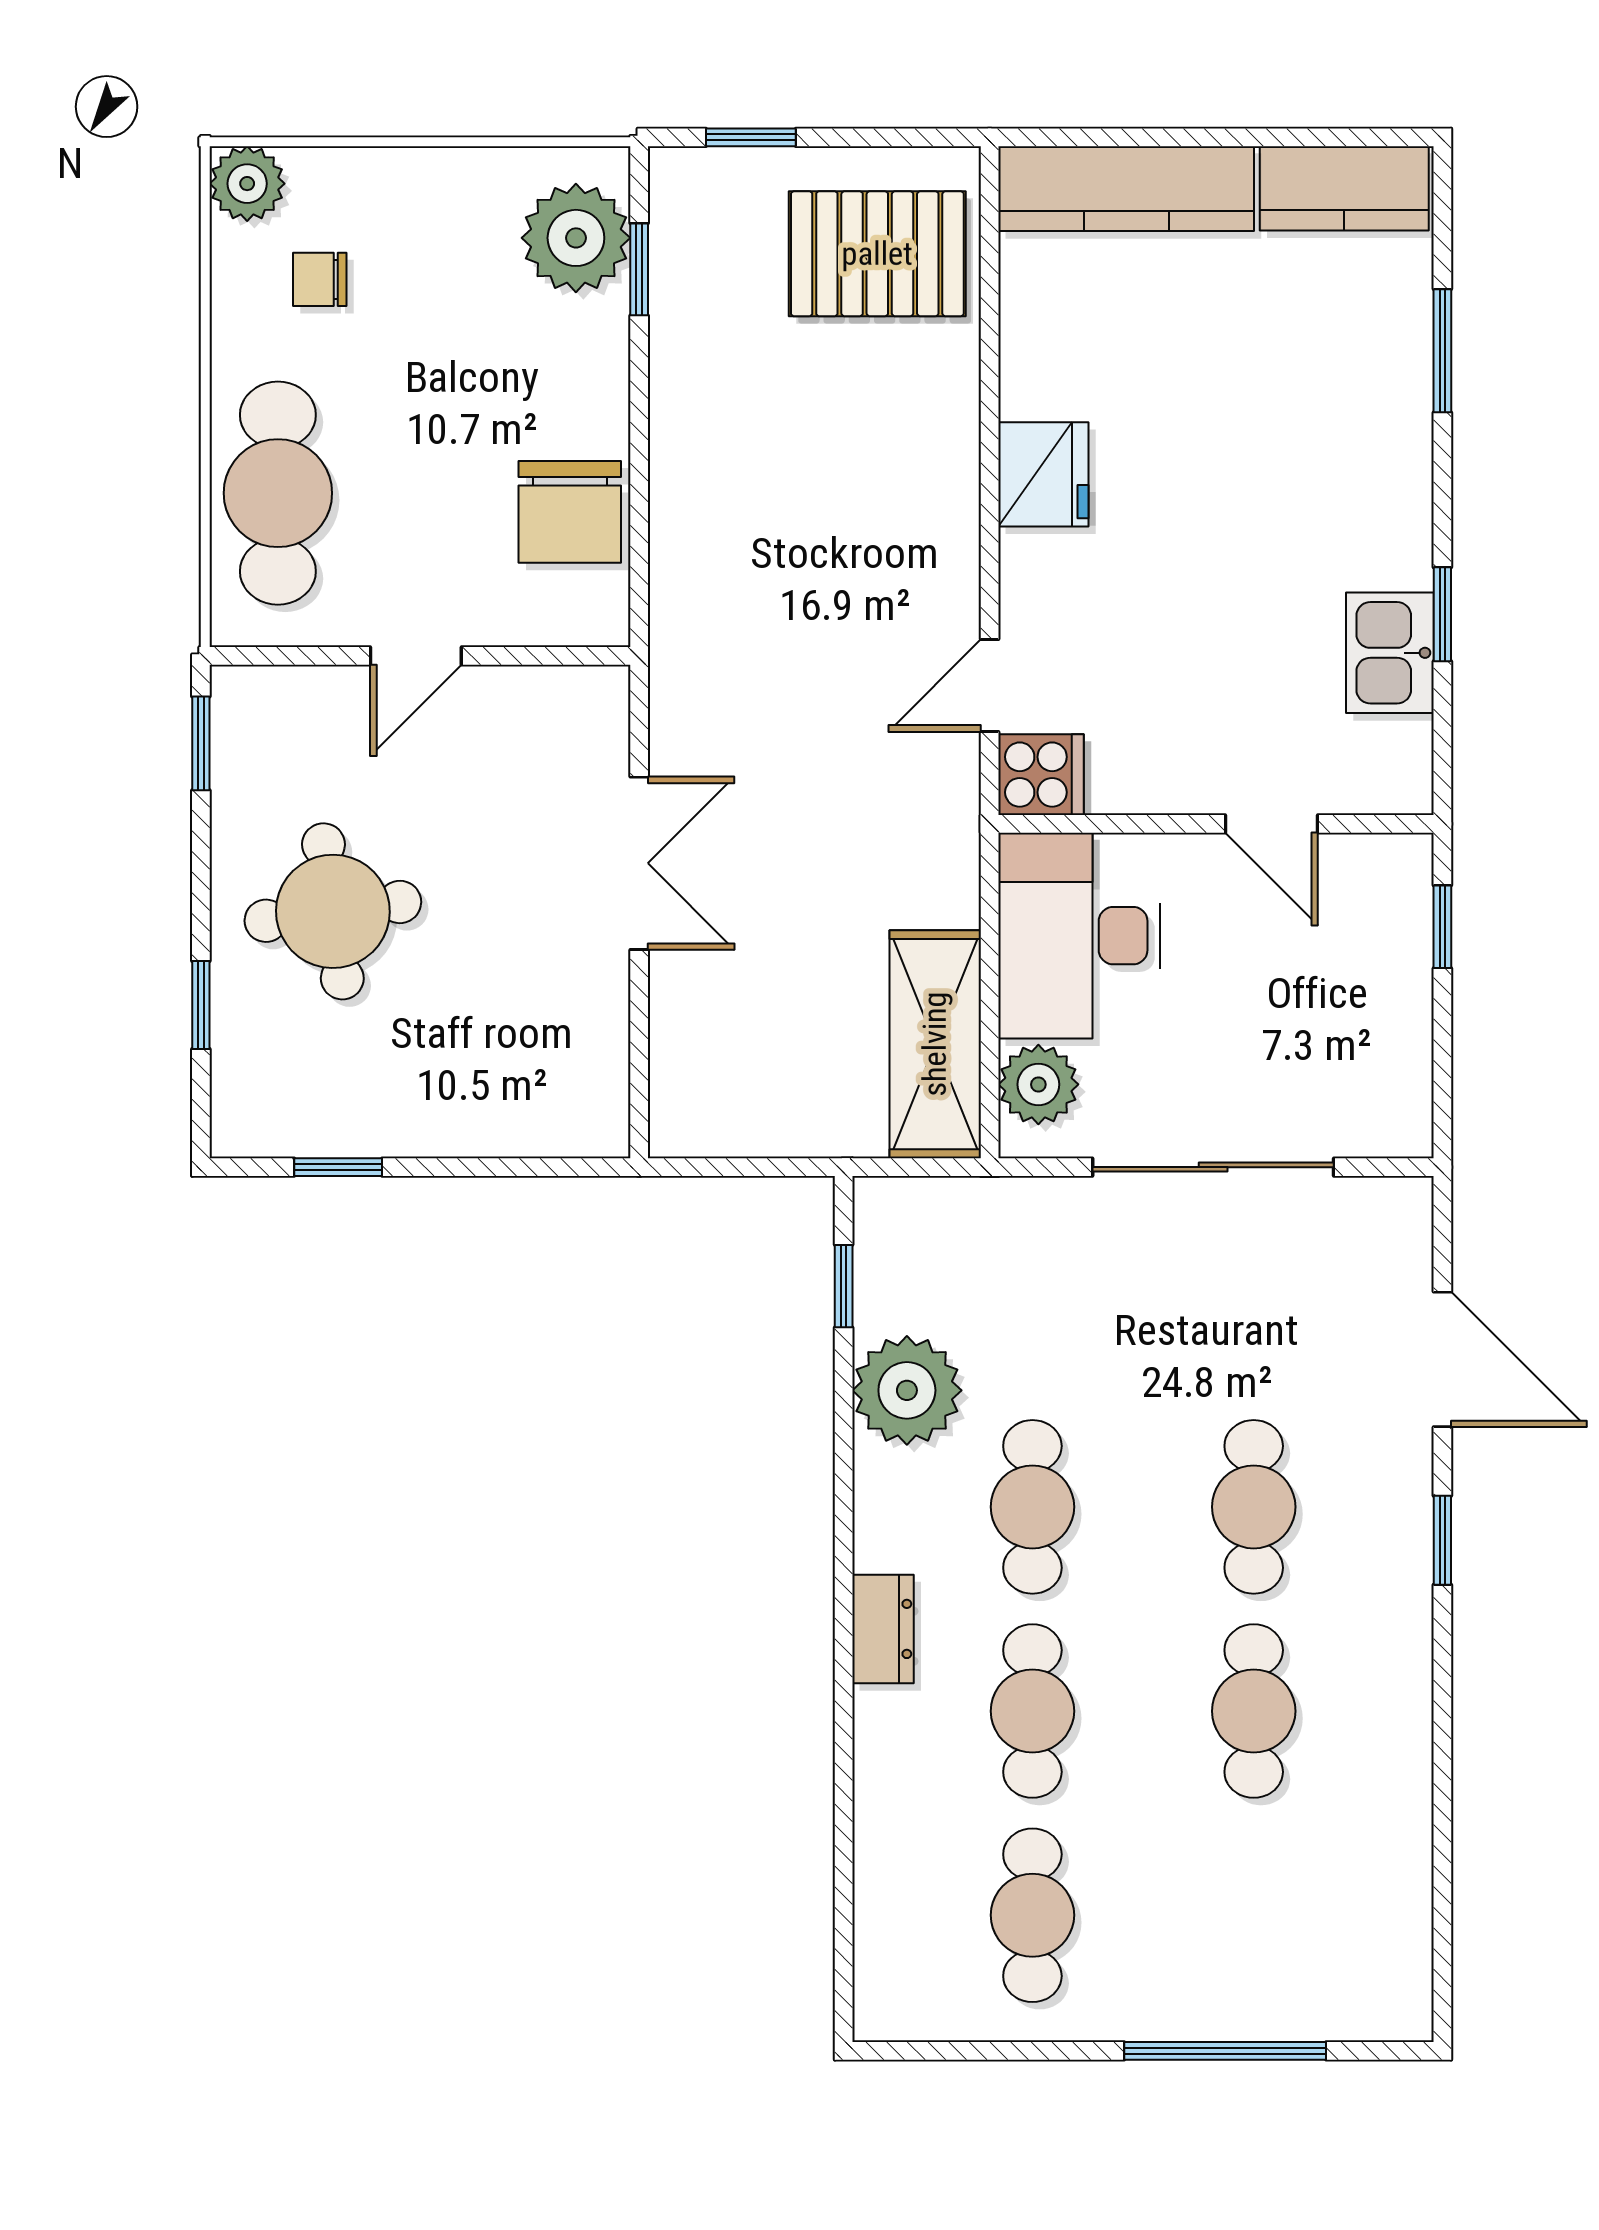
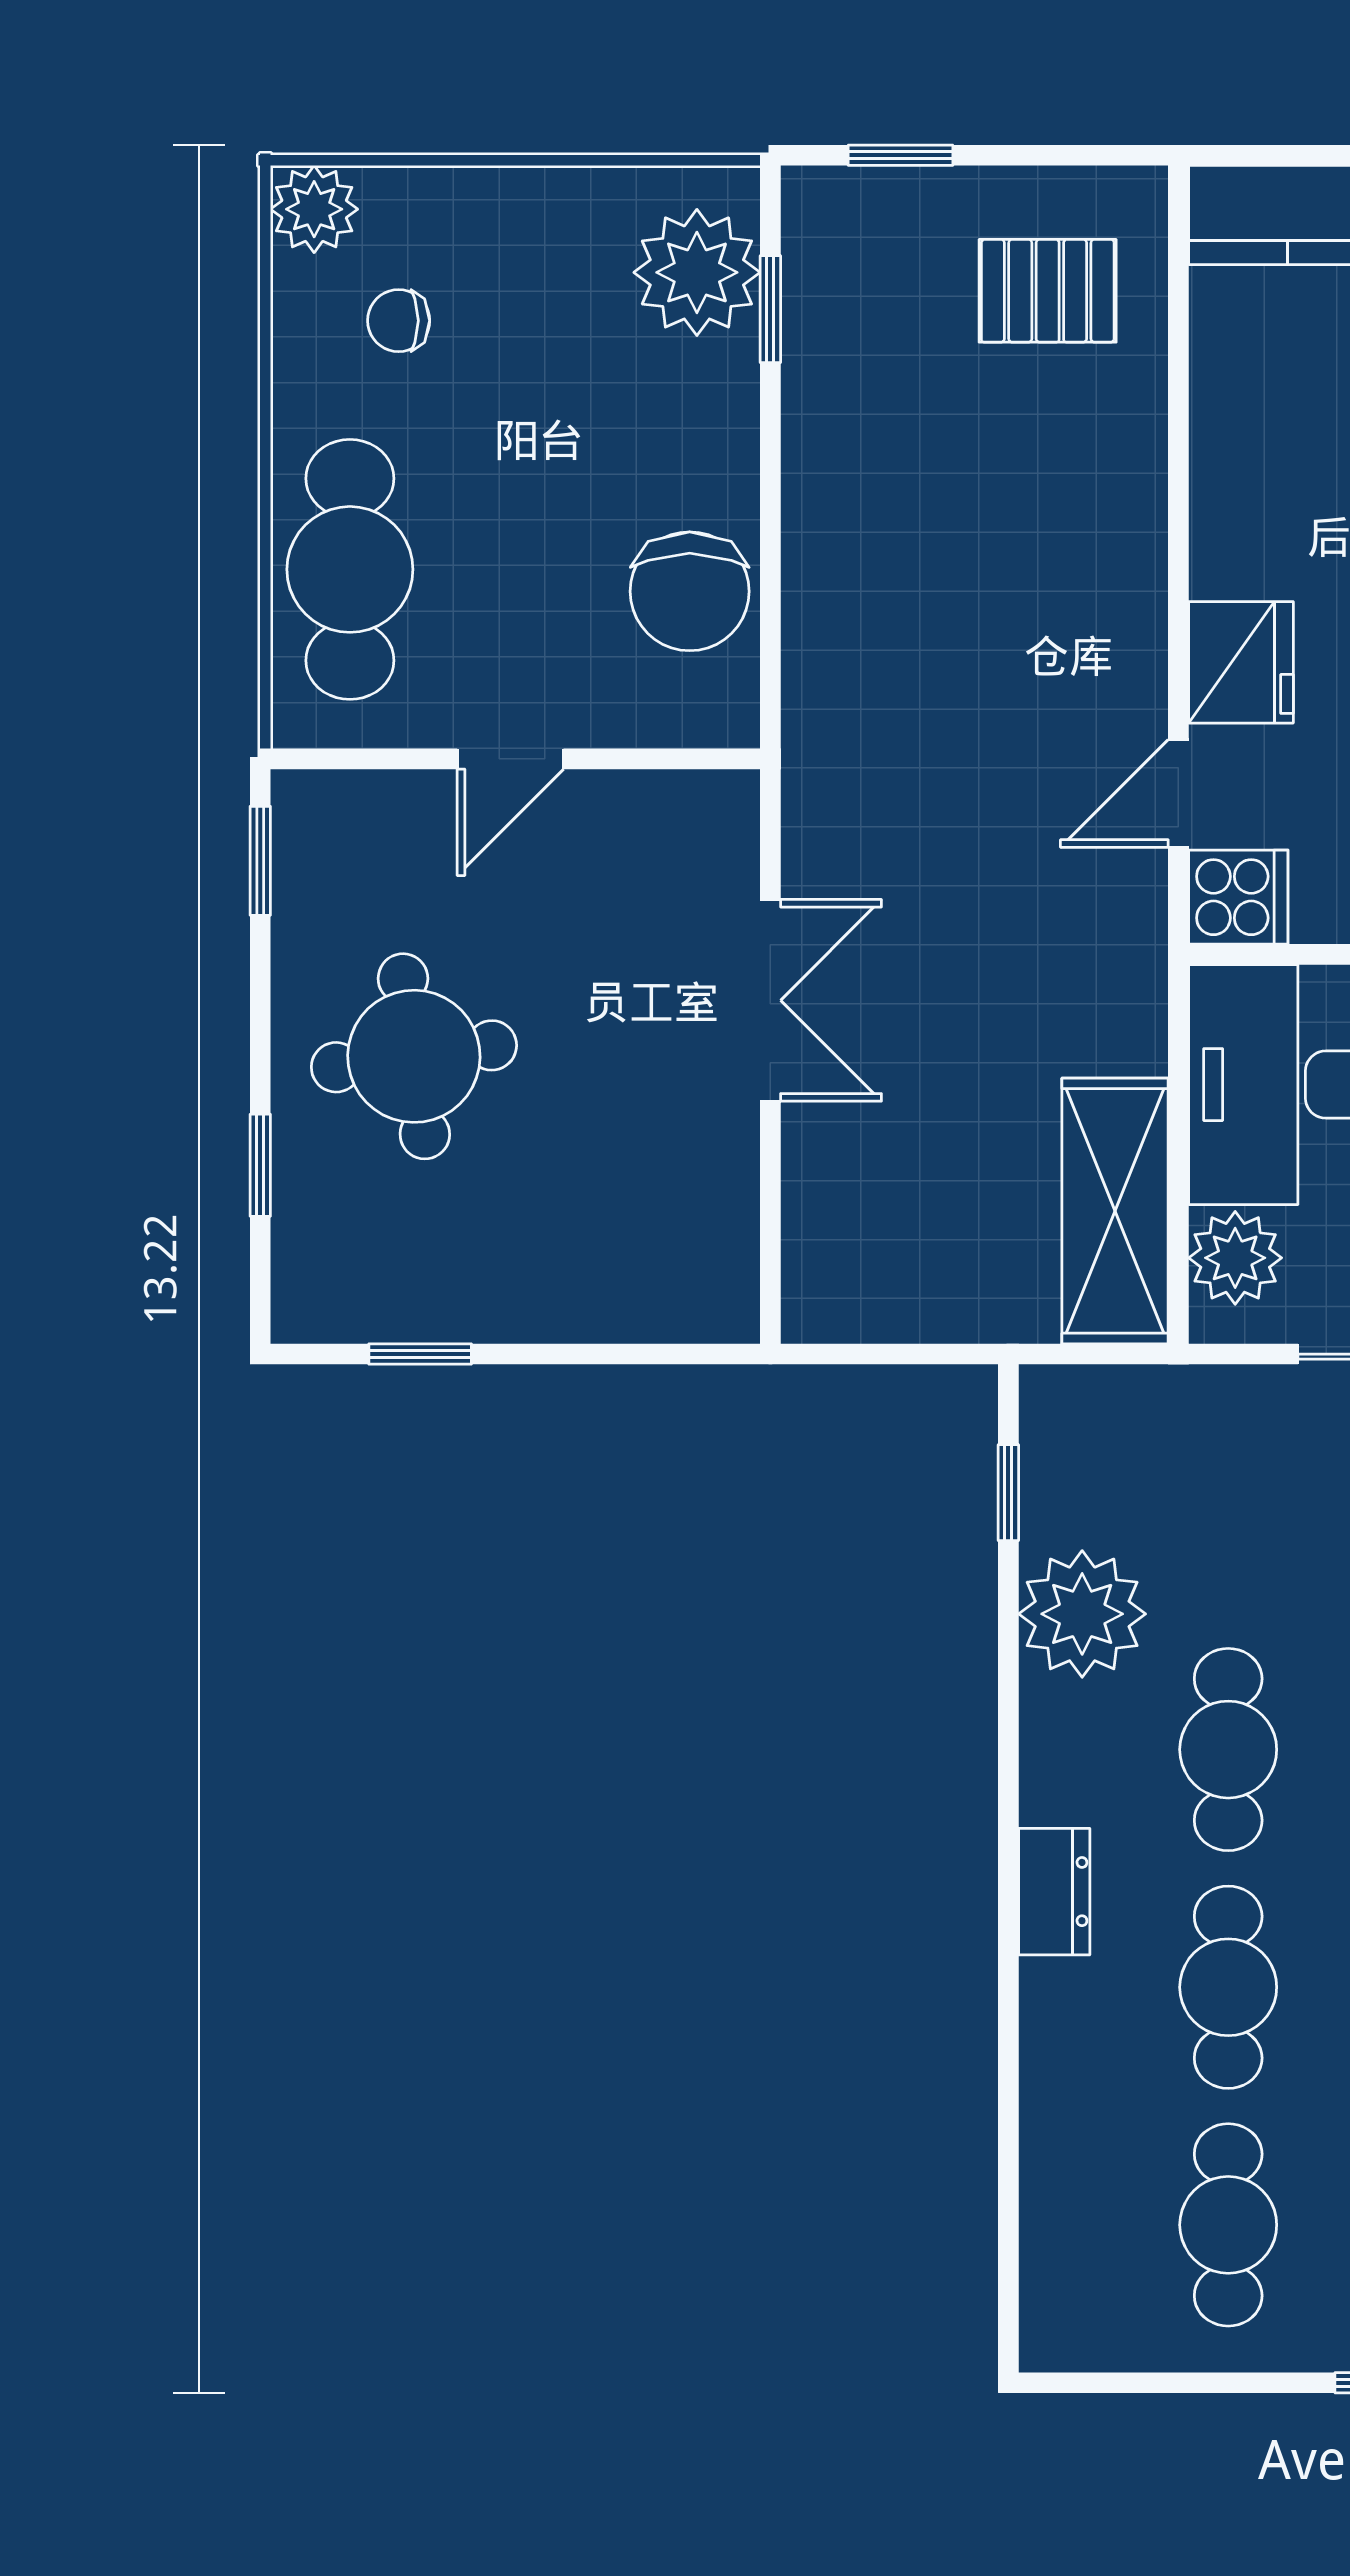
pallet: (877, 254) -> (1048, 291), width x0.67, depth x0.71
fridge: (1043, 474) -> (1241, 662), moved

